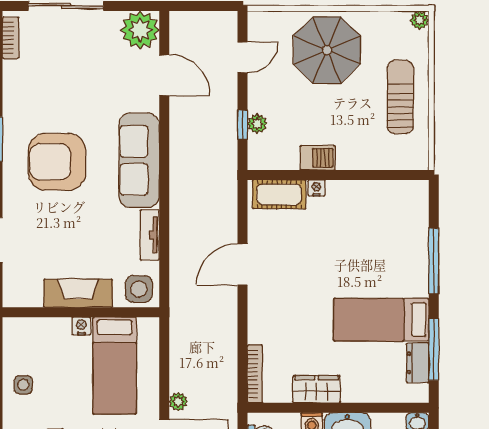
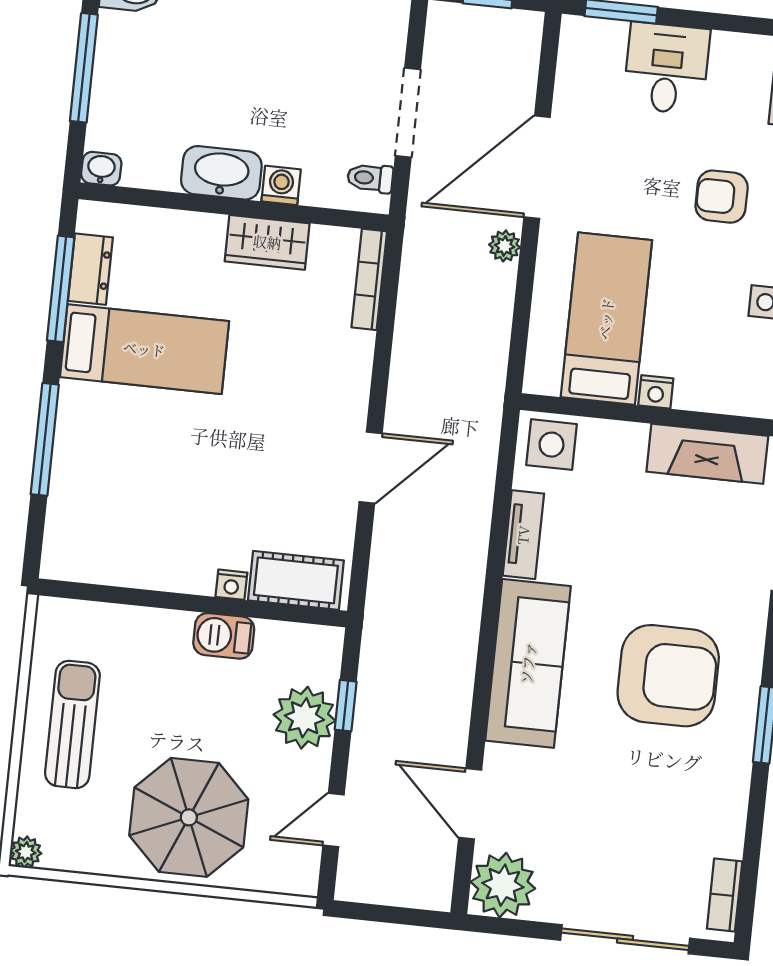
sun lounger: (400, 97) -> (72, 724), turned 180
plant: (257, 124) -> (304, 718), width x1.87, depth x1.87
fireplace: (78, 293) -> (707, 454), moved

